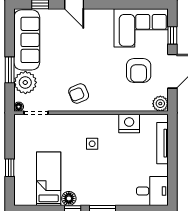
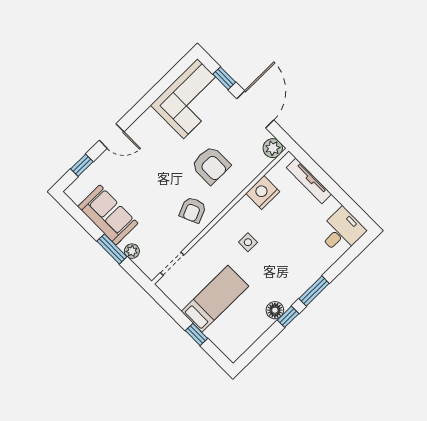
sofa: (27, 40) -> (108, 215), width x0.73
armchair: (139, 71) -> (211, 165), moved
plant: (25, 82) -> (132, 251), width x0.53, depth x0.53
floor lamp: (19, 107) -> (152, 273), removed
bed: (49, 179) -> (215, 299), moved, turned 90

